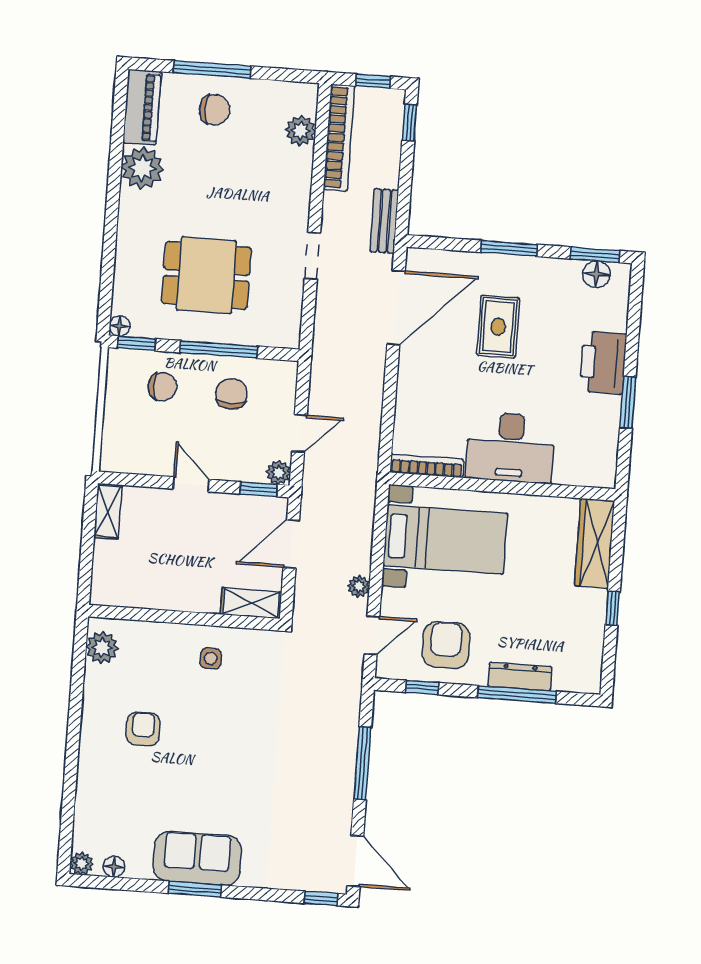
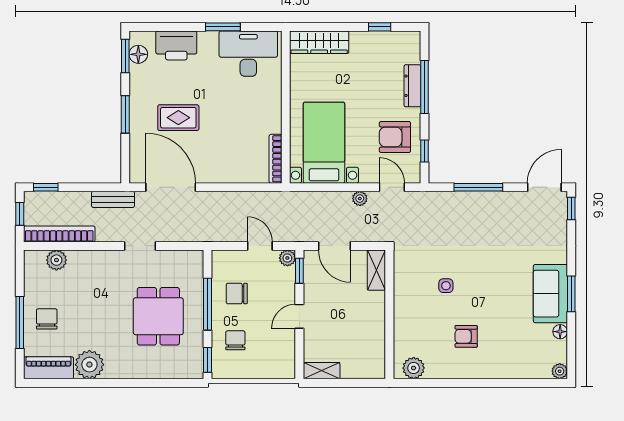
floor lamp: (120, 326) -> (197, 372), removed
printer: (603, 363) -> (176, 45), moved
desk: (510, 447) -> (248, 54), moved, turned -90
window: (613, 608) -> (380, 27), moved
side table: (211, 658) -> (446, 286), moved
floor lamp: (114, 867) -> (560, 332), moved

